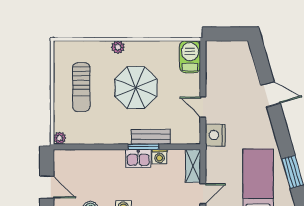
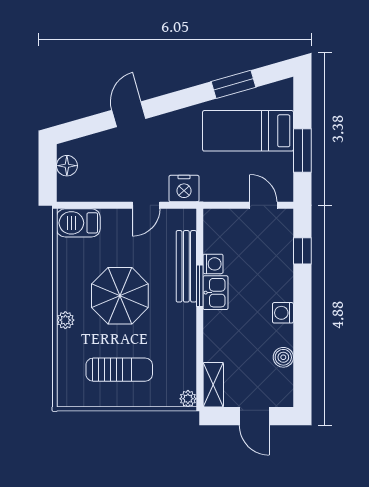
floor lamp: (232, 48) -> (67, 166), added
bench: (151, 137) -> (186, 266), width x1.36
shelving: (193, 166) -> (213, 385), moved, turned 90
door: (47, 187) -> (254, 416), swing flipped

